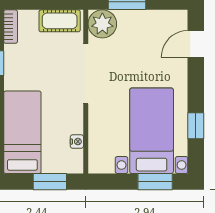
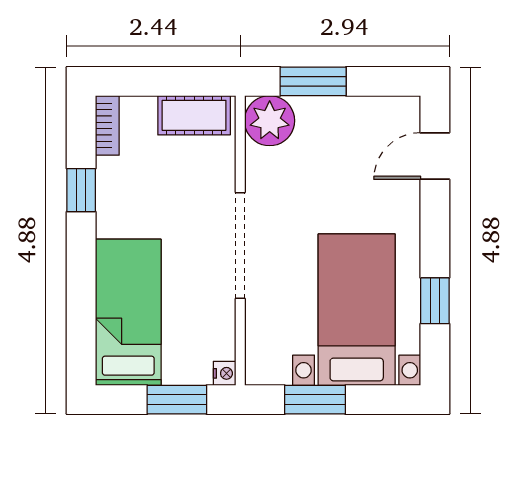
doorway: (86, 74) -> (240, 246), moved
nightstand: (77, 142) -> (225, 373), moved
window: (155, 182) -> (315, 400), moved

